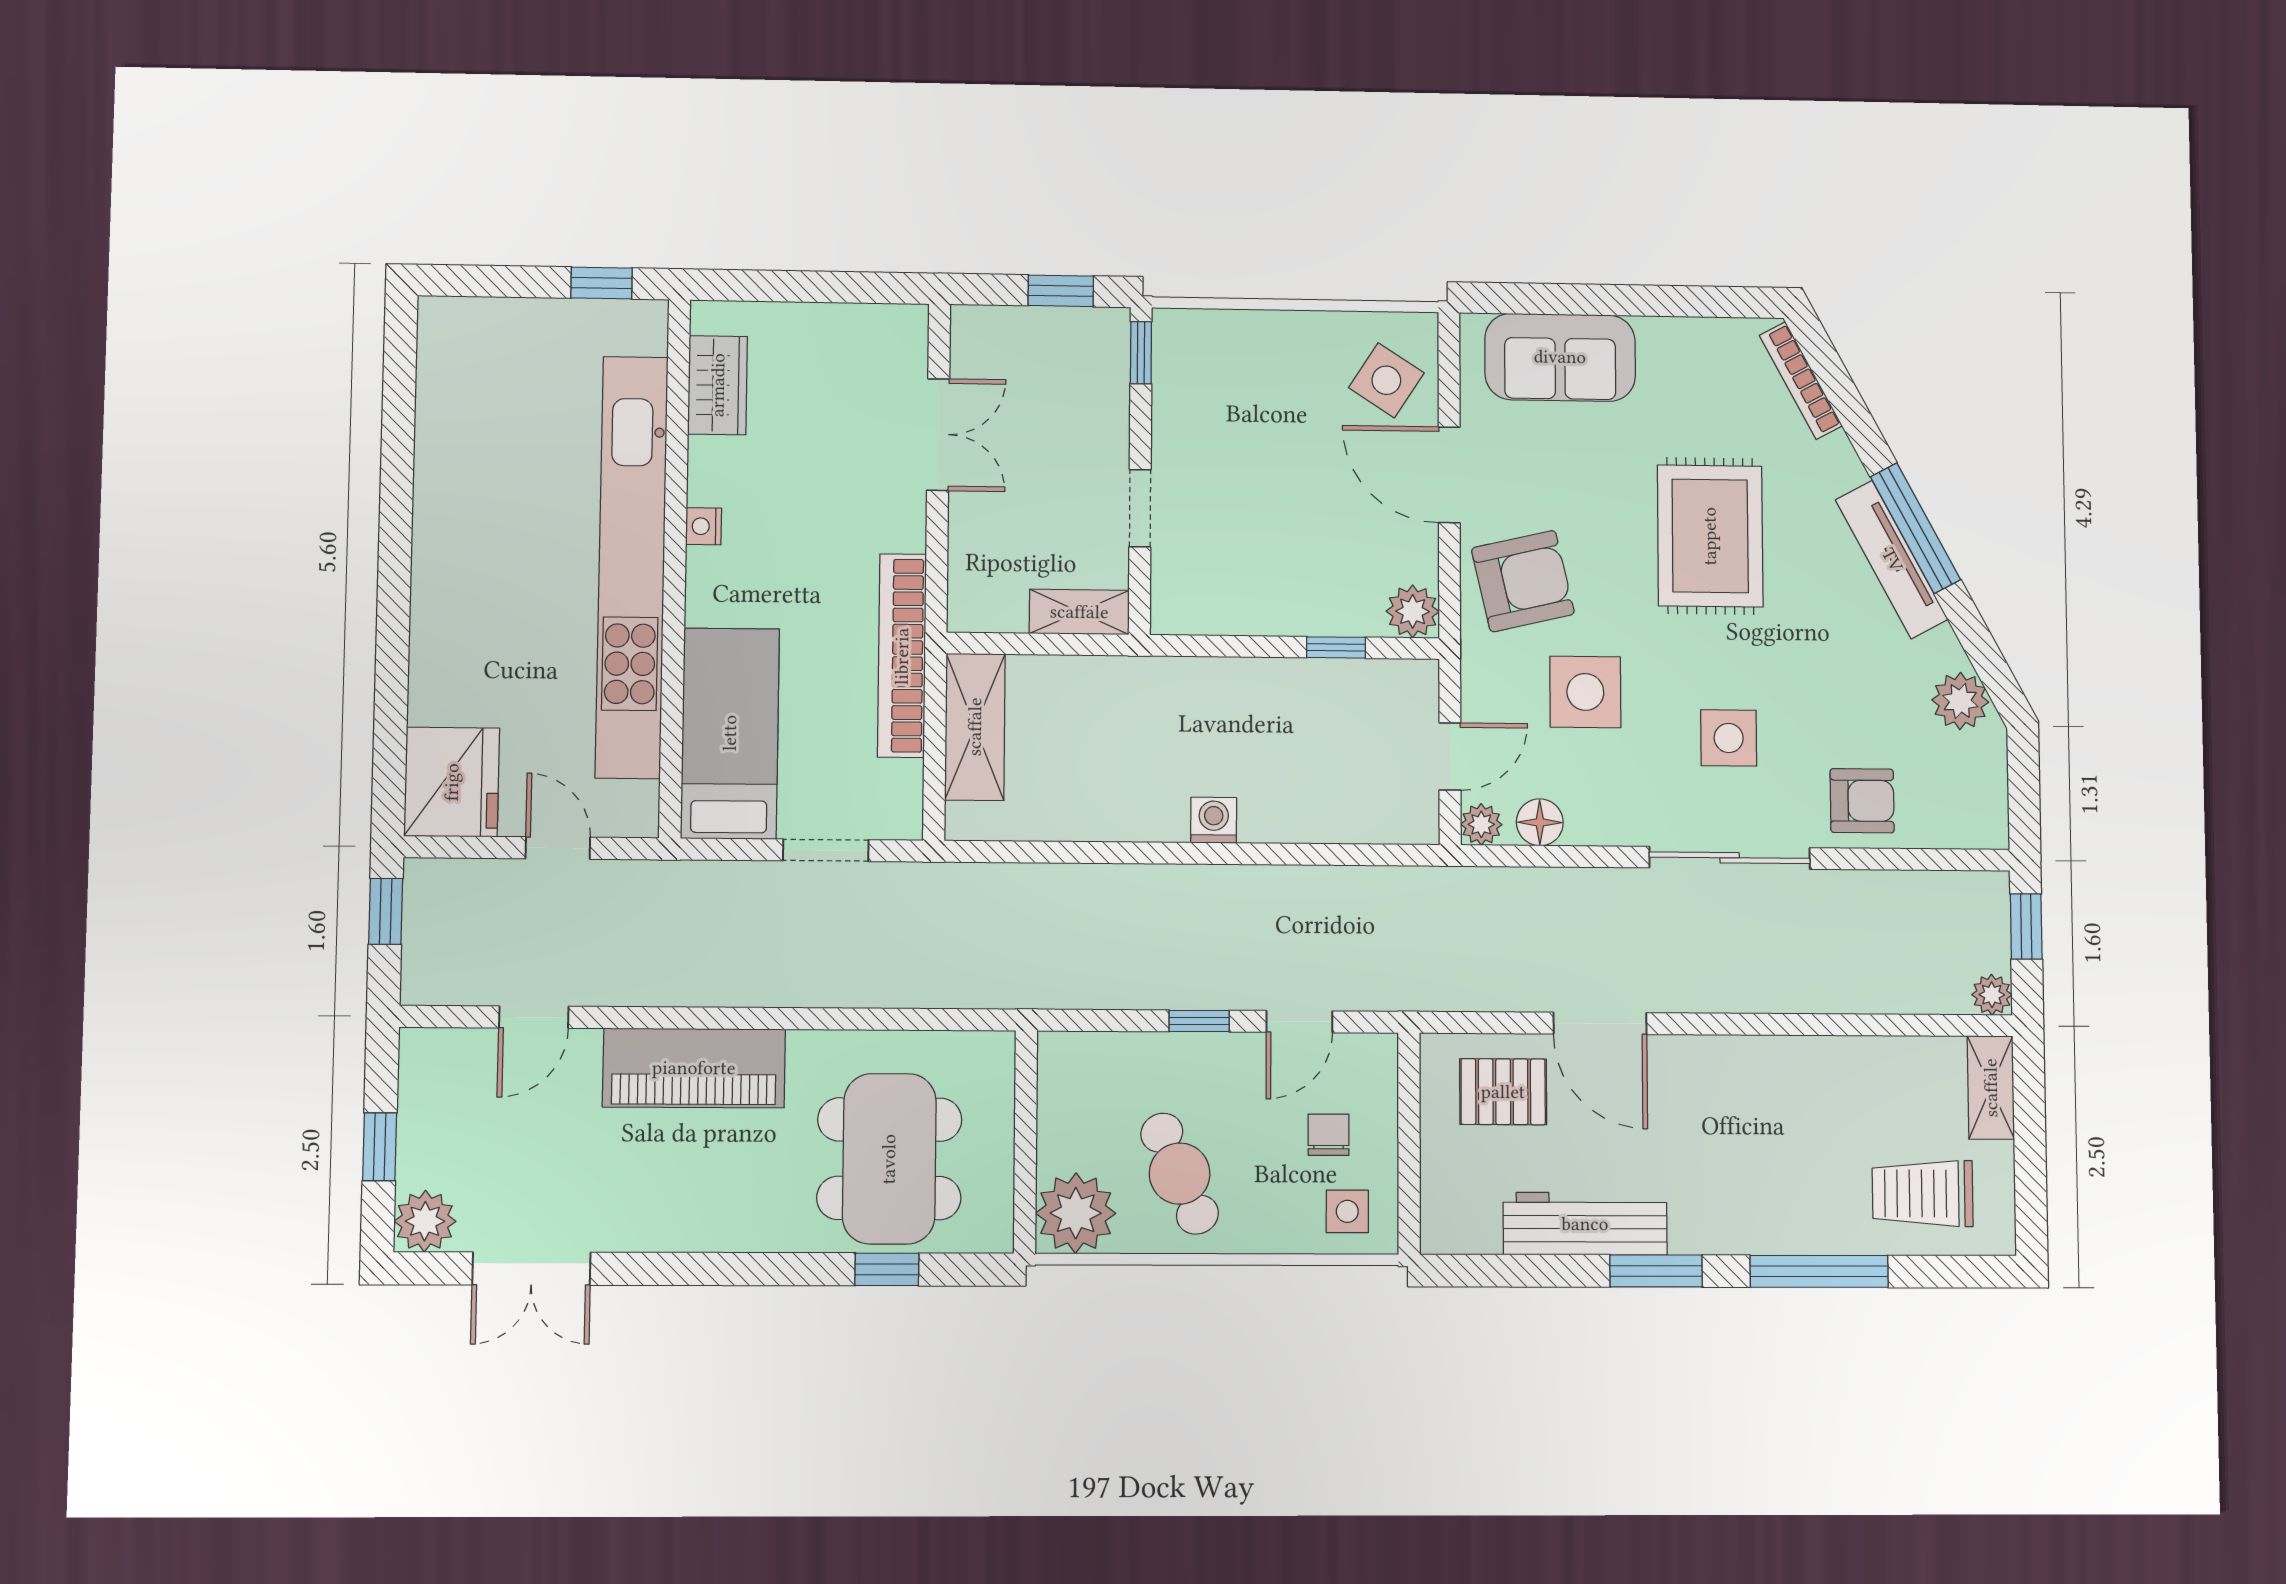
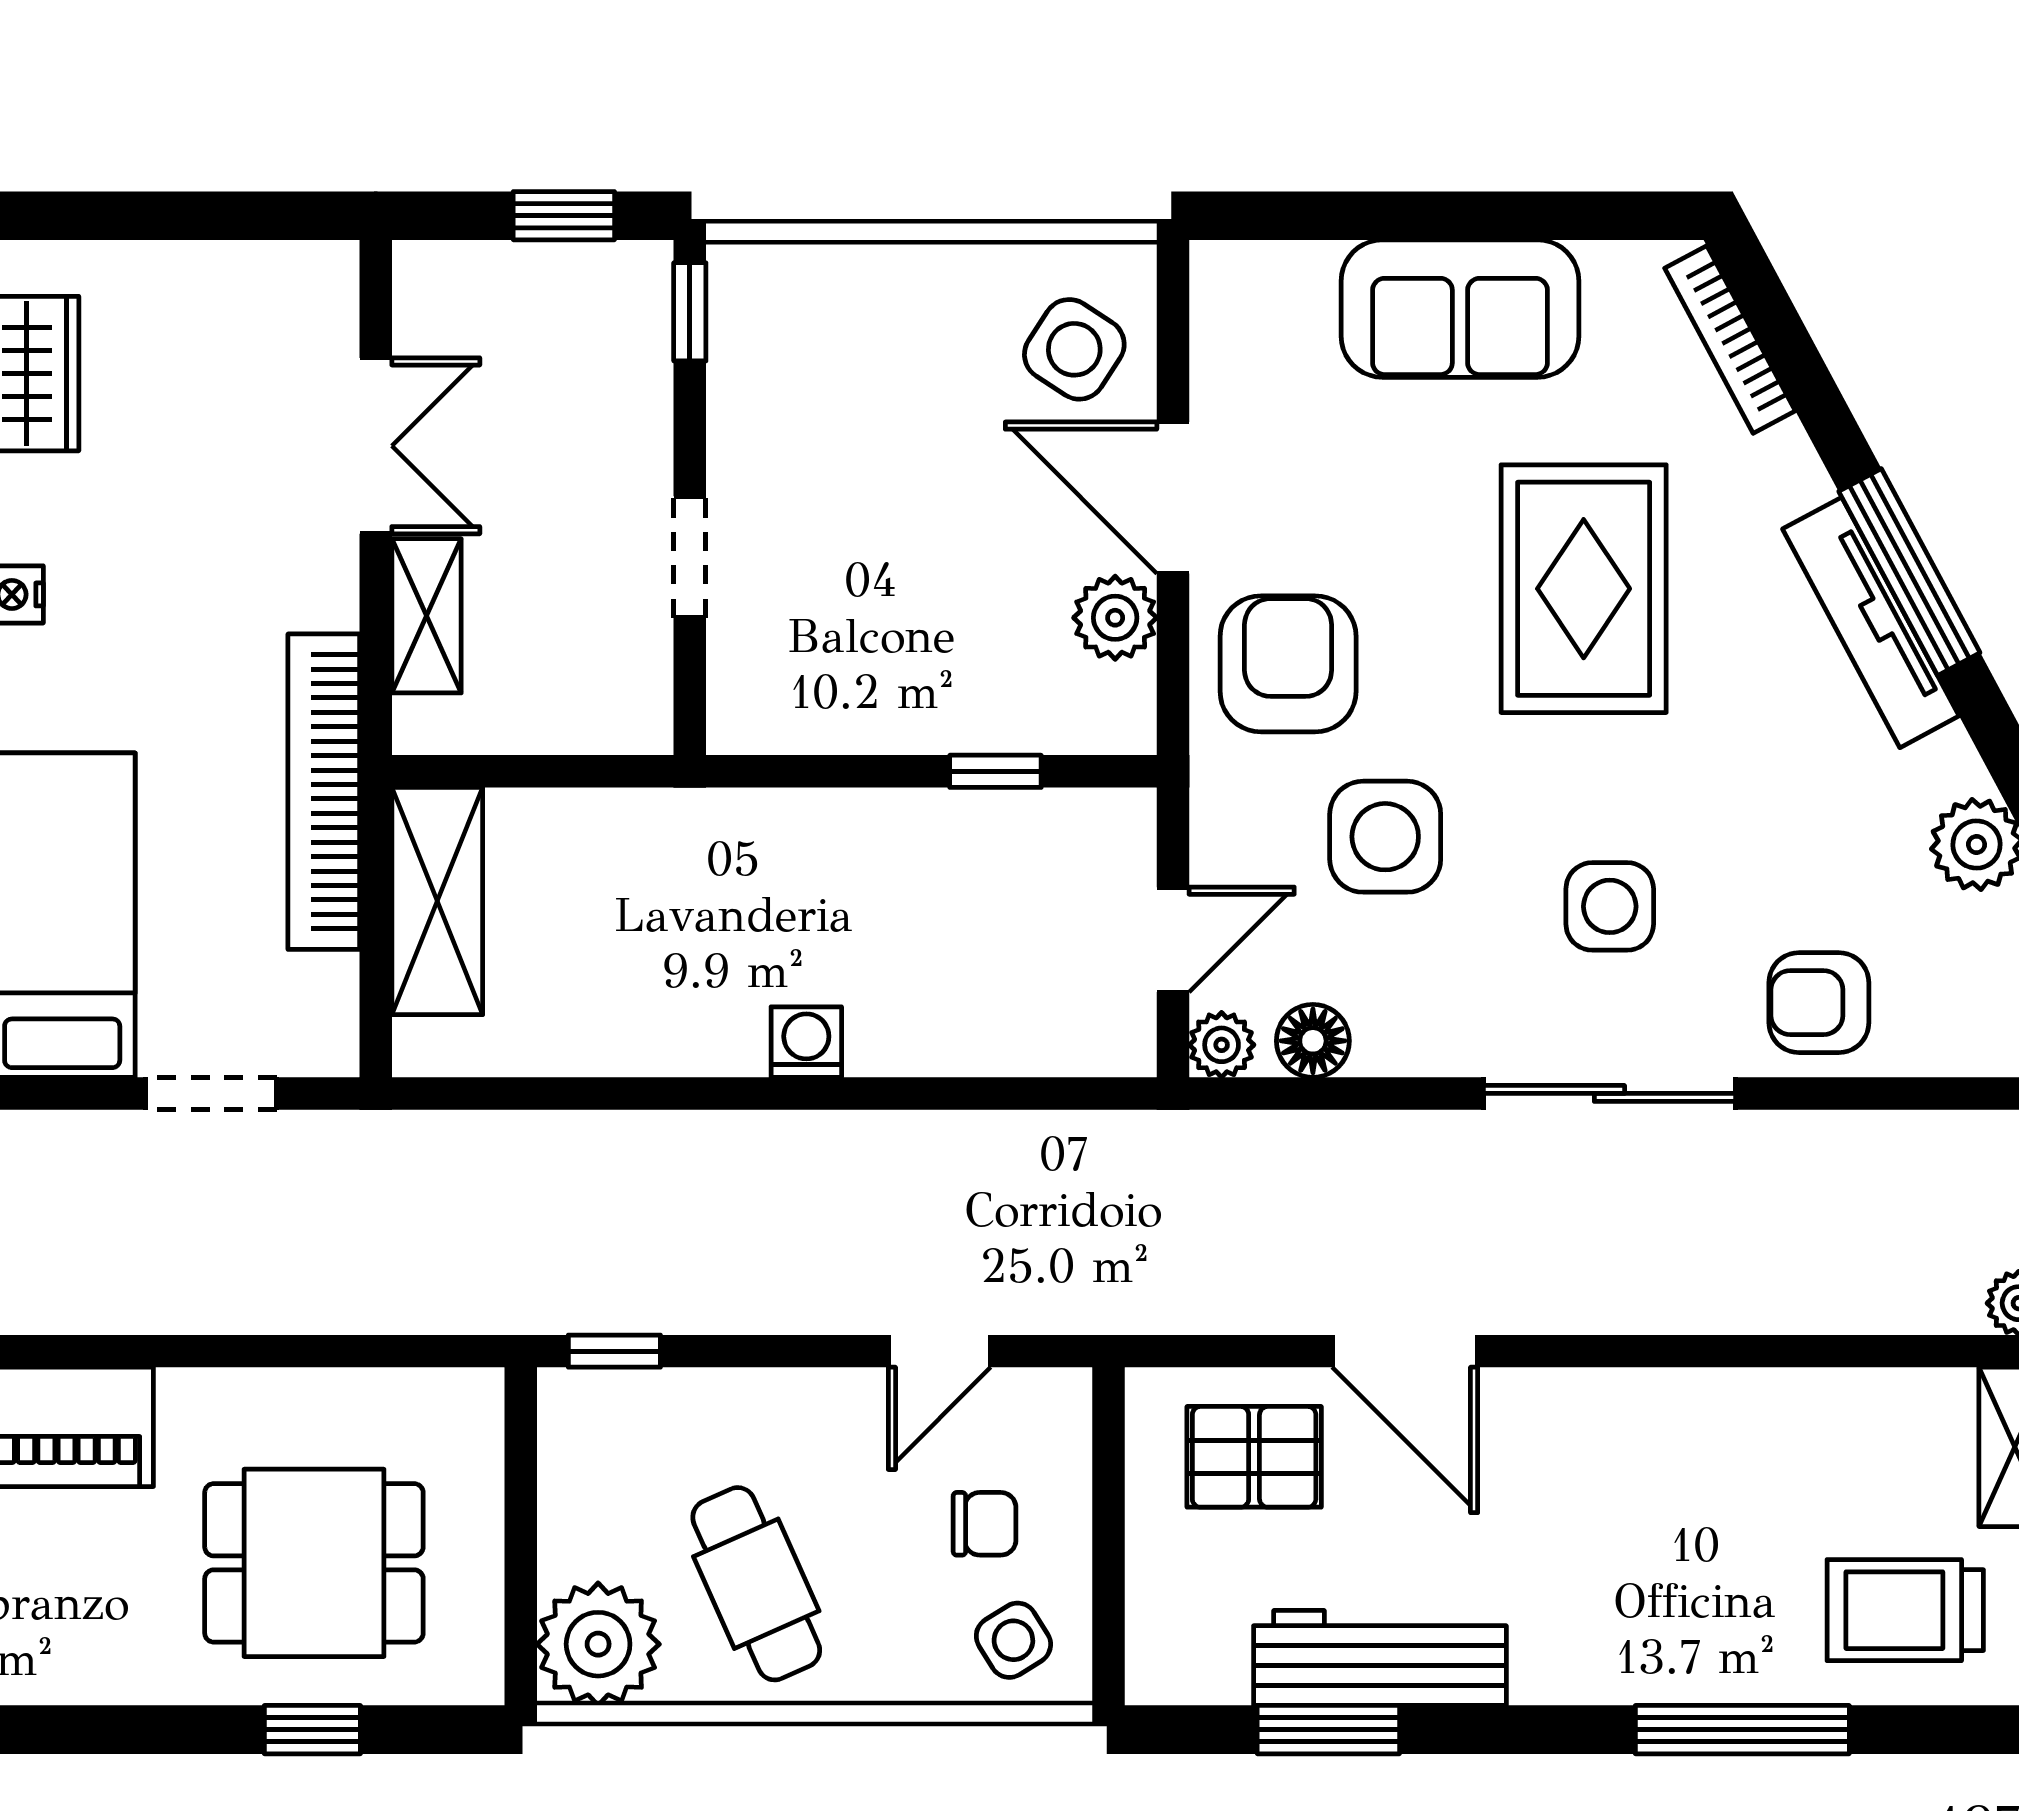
sofa: (1560, 357) -> (1460, 309), moved
armchair: (1523, 581) -> (1288, 664), turned -77
plant: (1413, 611) -> (1115, 618), moved
shelving: (1079, 612) -> (427, 616), moved, turned 90
armchair: (1862, 801) -> (1819, 1003), turned 180
window: (1199, 1021) -> (614, 1351), moved
chair: (1329, 1135) -> (985, 1524), turned 90
dining table: (889, 1159) -> (314, 1563), width x0.73
side table: (1347, 1211) -> (1013, 1640), turned -32
window: (1656, 1271) -> (1328, 1730), moved

